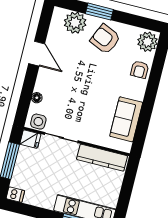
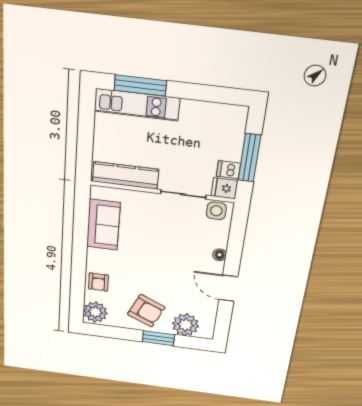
armchair: (140, 70) -> (98, 282), turned 180
floor lamp: (37, 98) -> (220, 255), moved
dishwasher: (15, 195) -> (229, 170), moved

